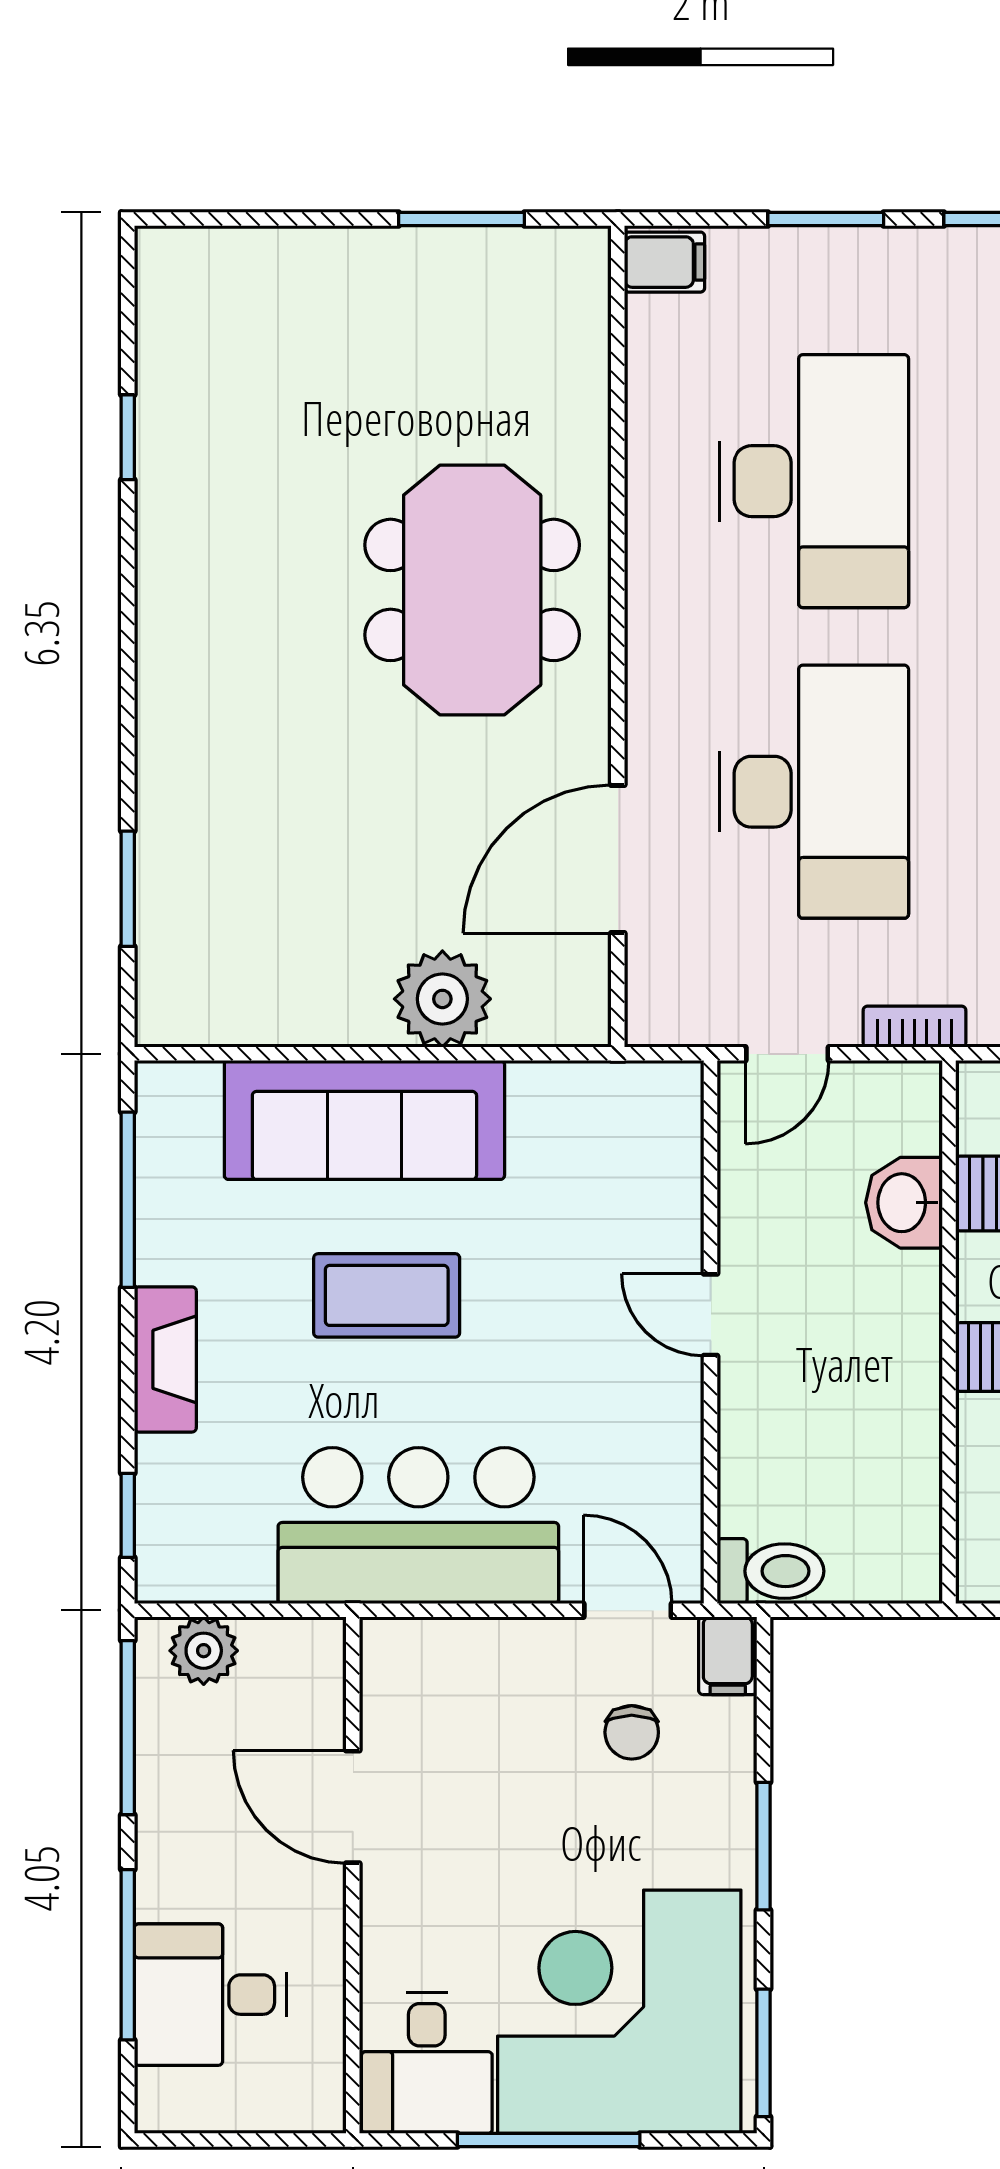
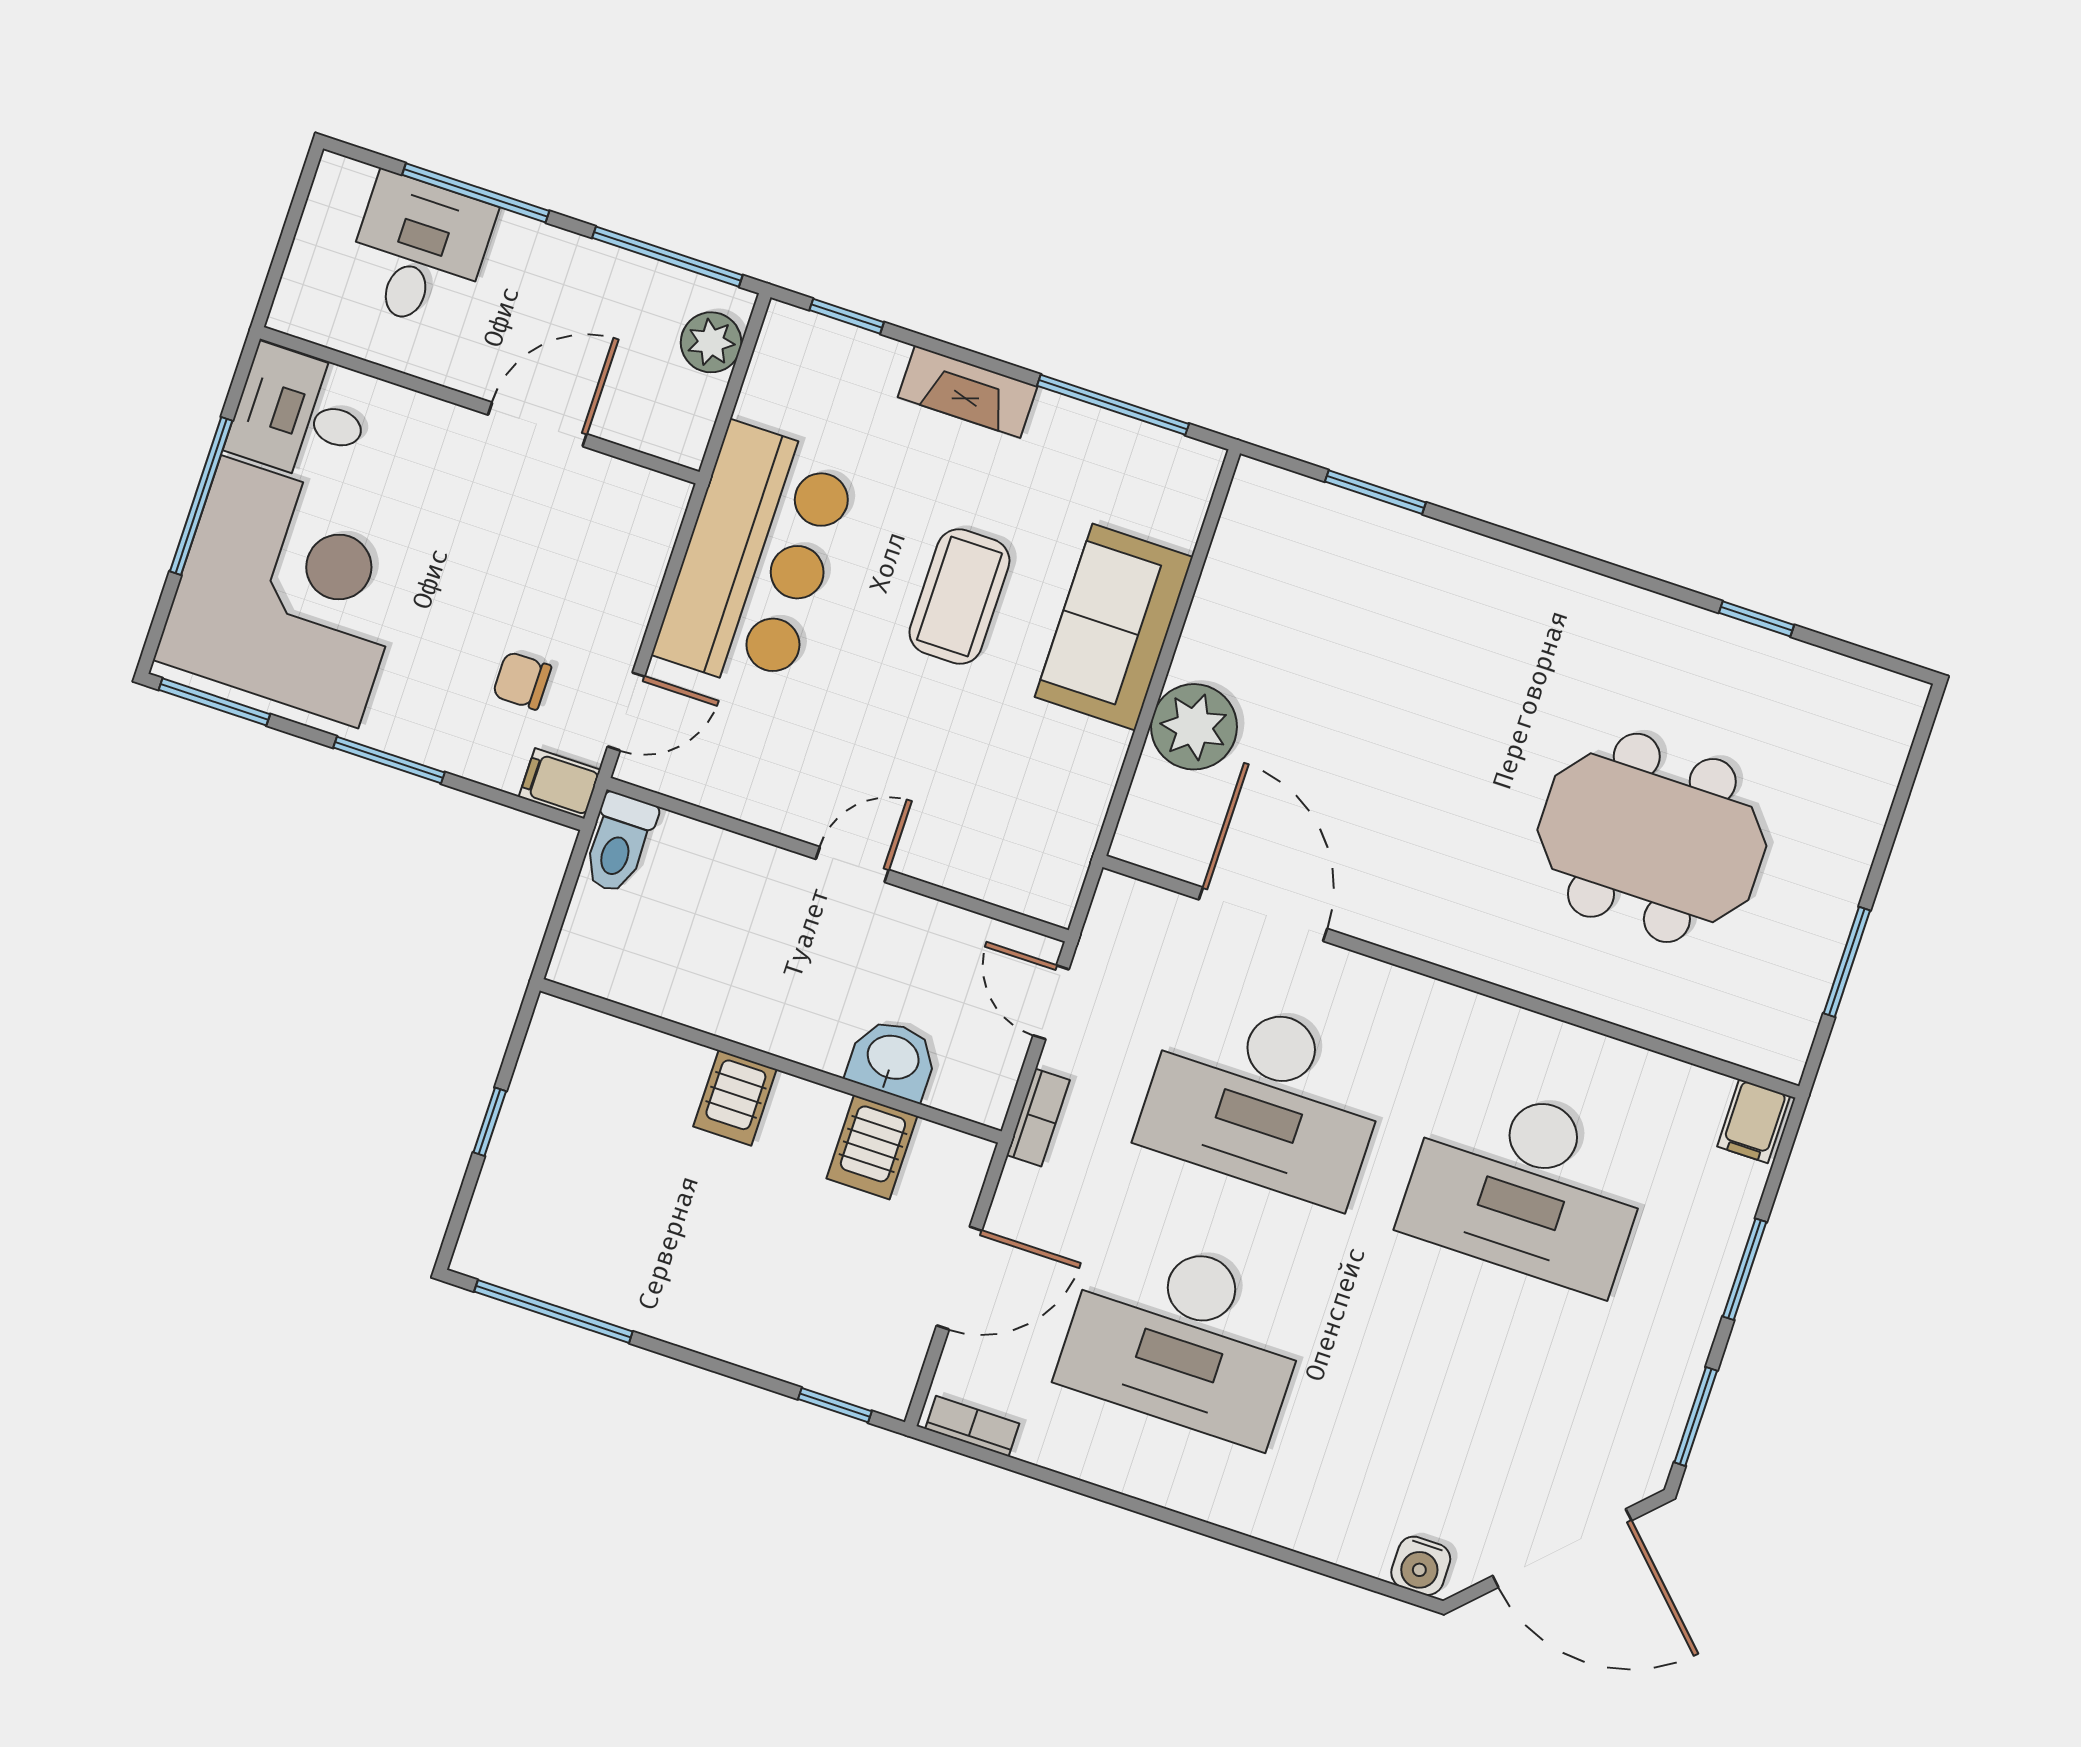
meeting table: (472, 590) -> (1652, 838), moved
sofa: (364, 1120) -> (1114, 627), width x0.73

